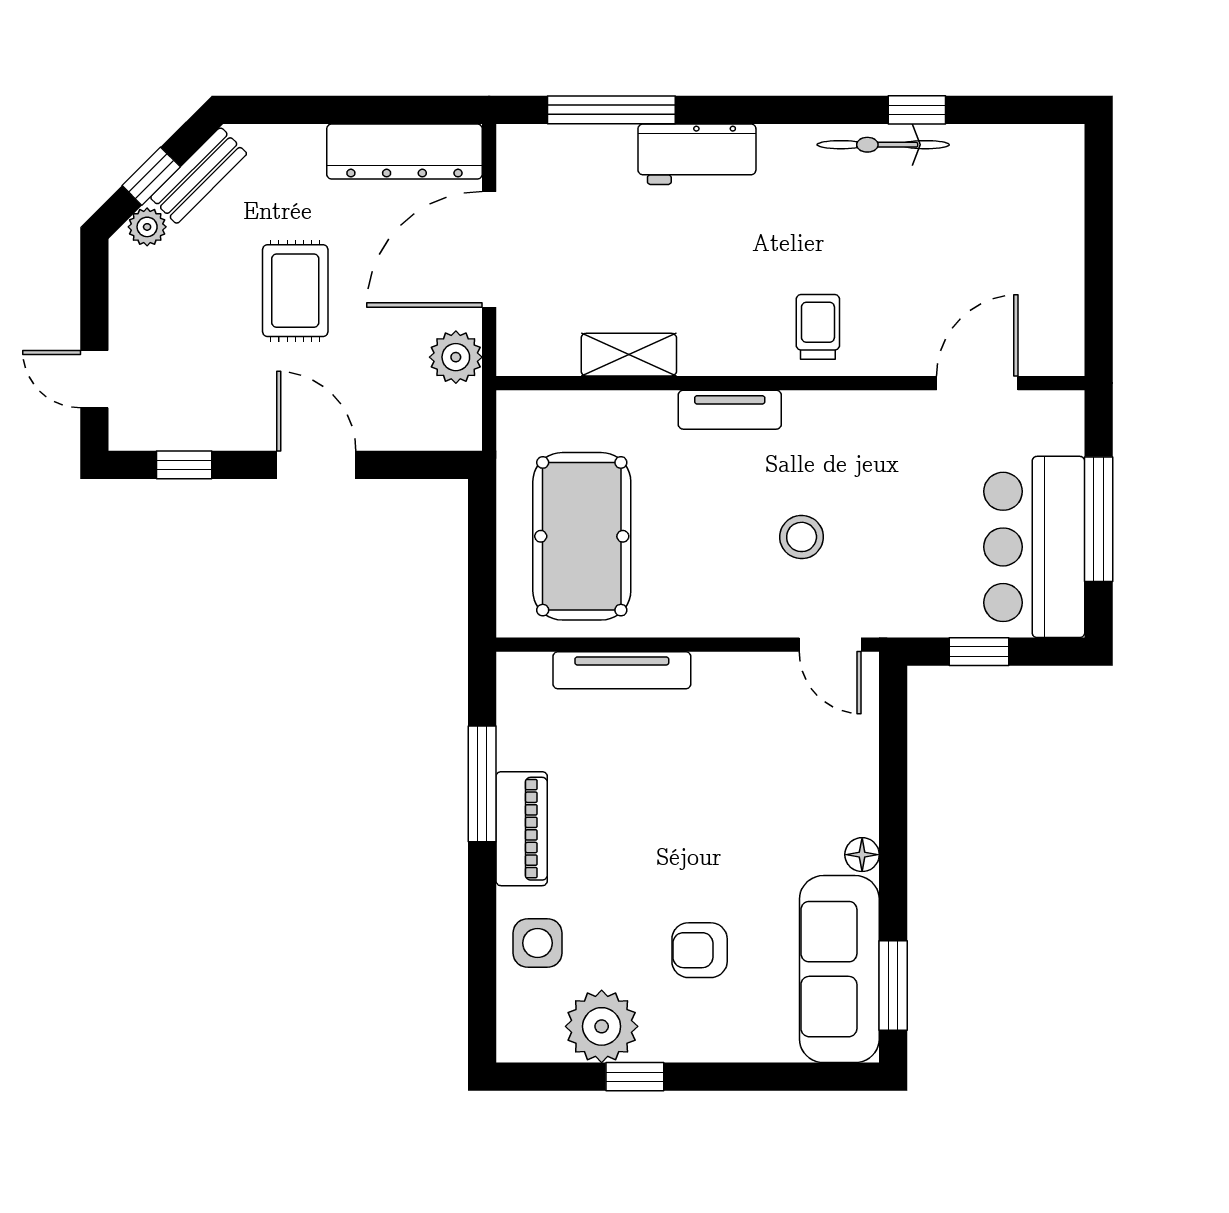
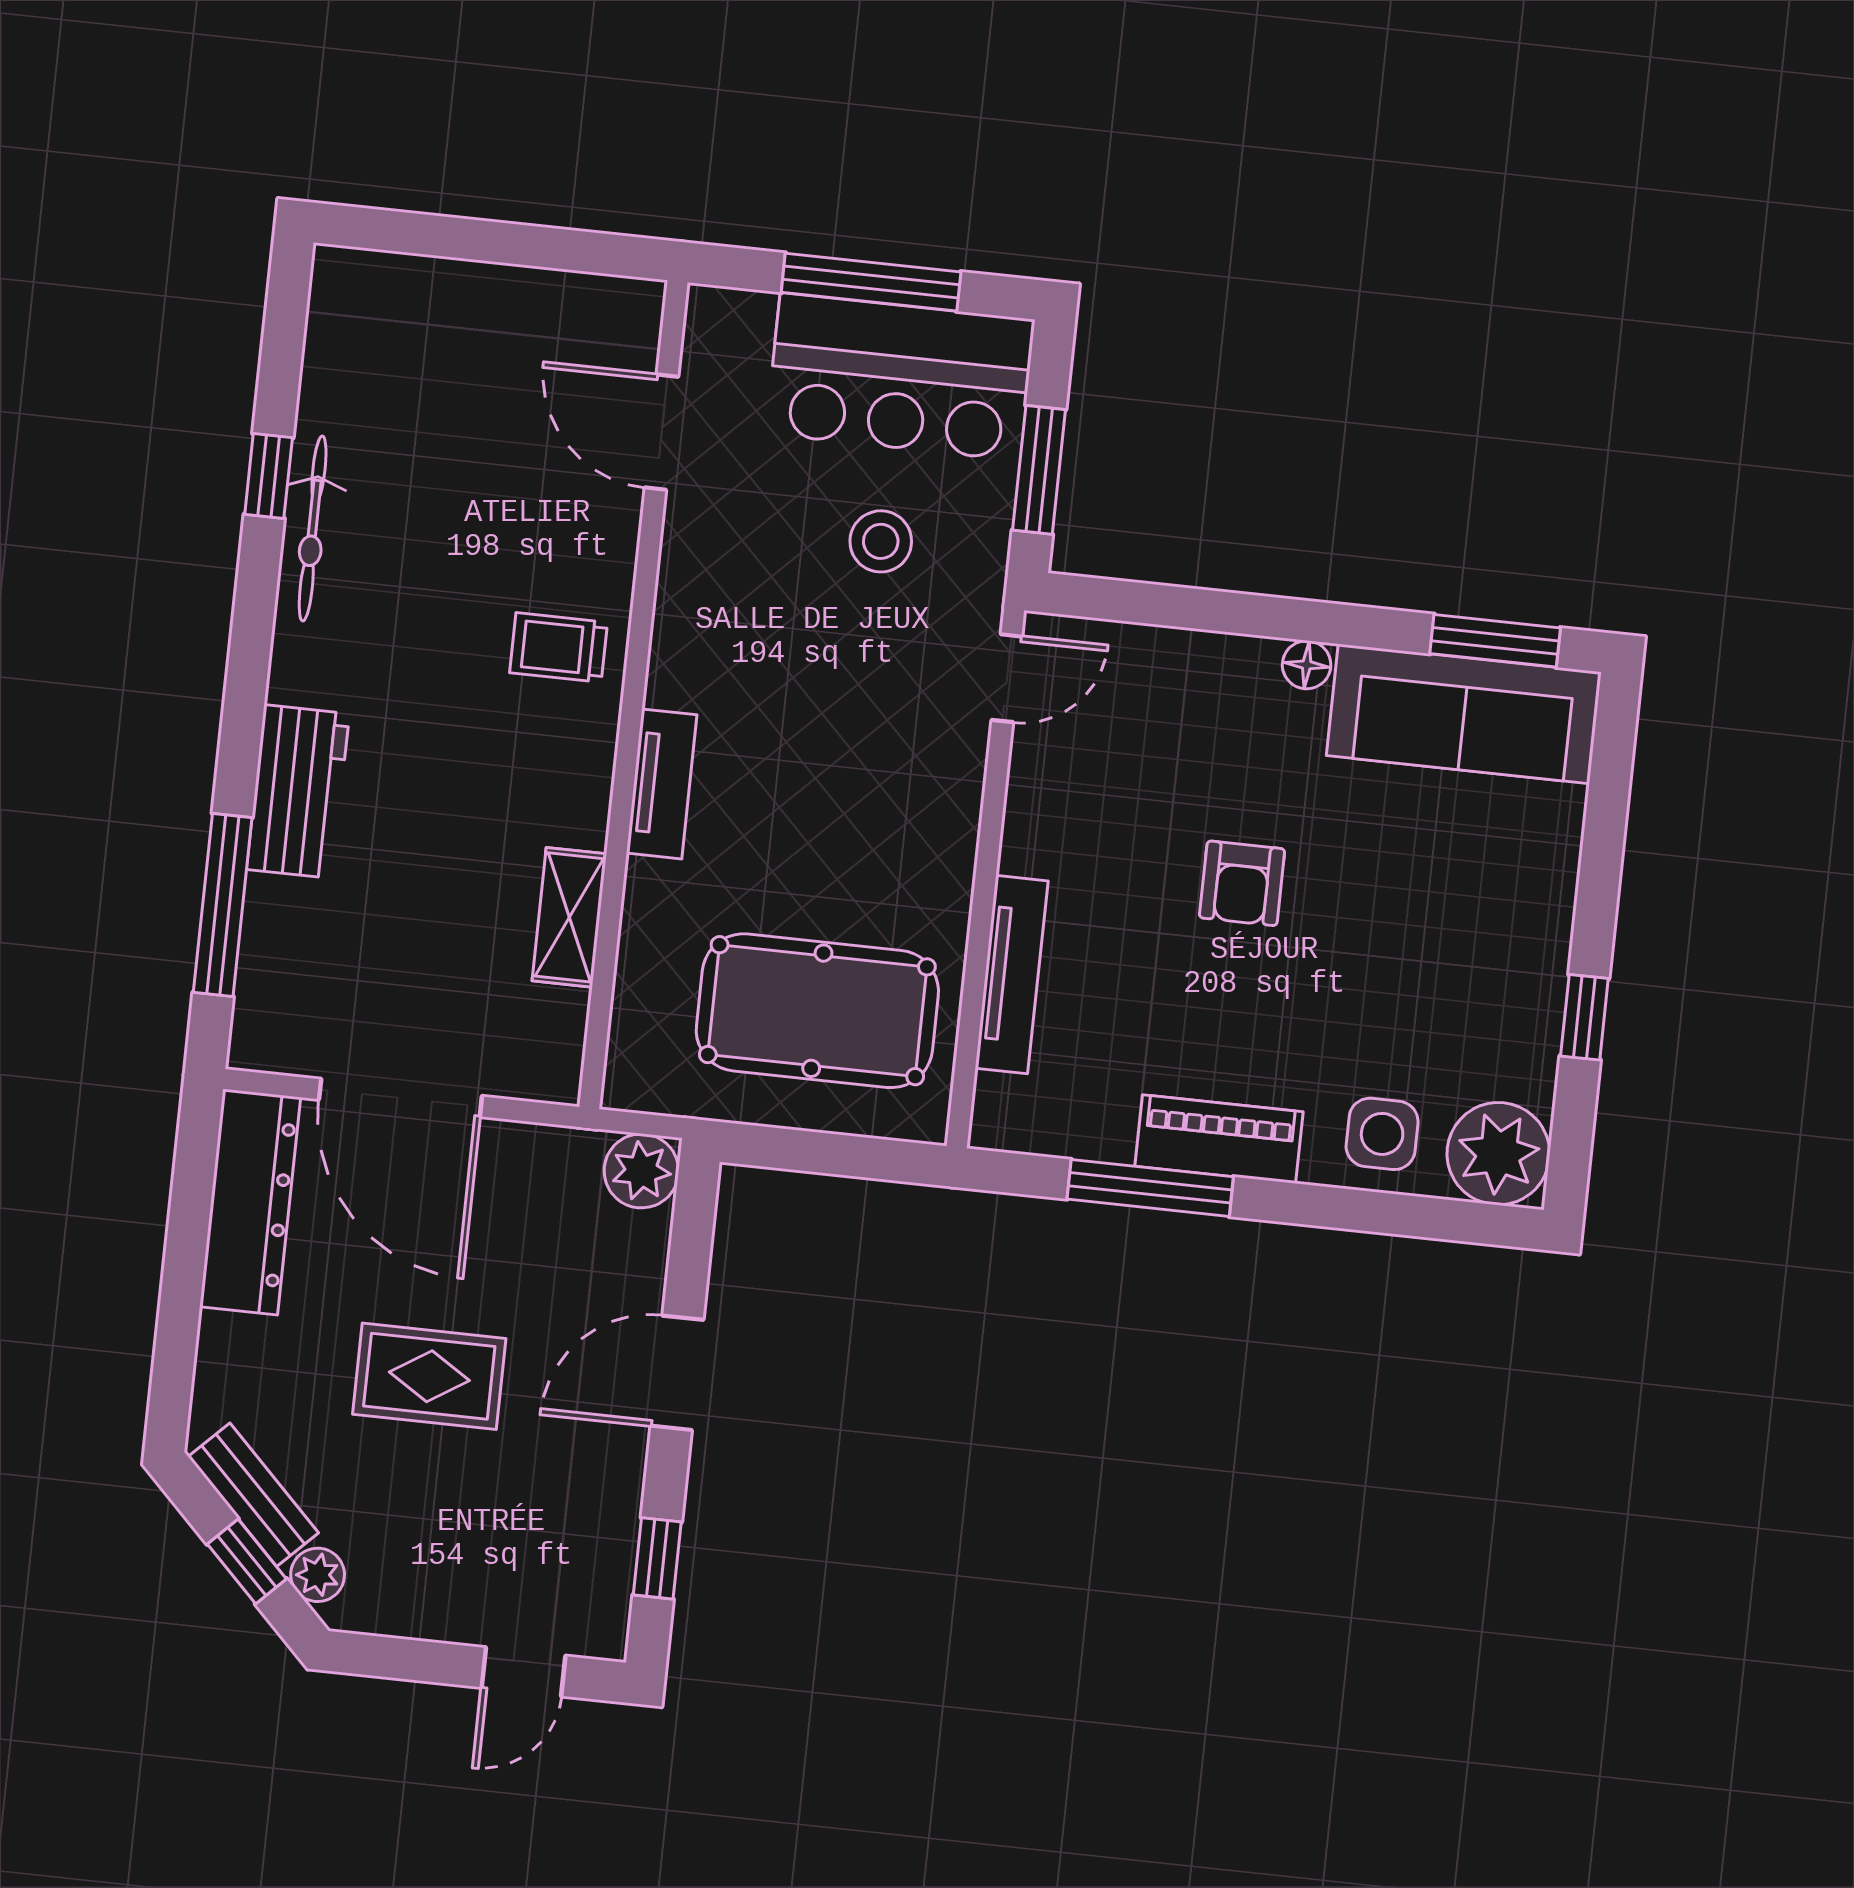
plant: (456, 357) -> (641, 1171), moved
stool: (802, 537) -> (881, 541), moved
window: (979, 652) -> (1039, 470), width x1.50
armchair: (700, 950) -> (1242, 883), moved
plant: (602, 1026) -> (1498, 1154), moved

